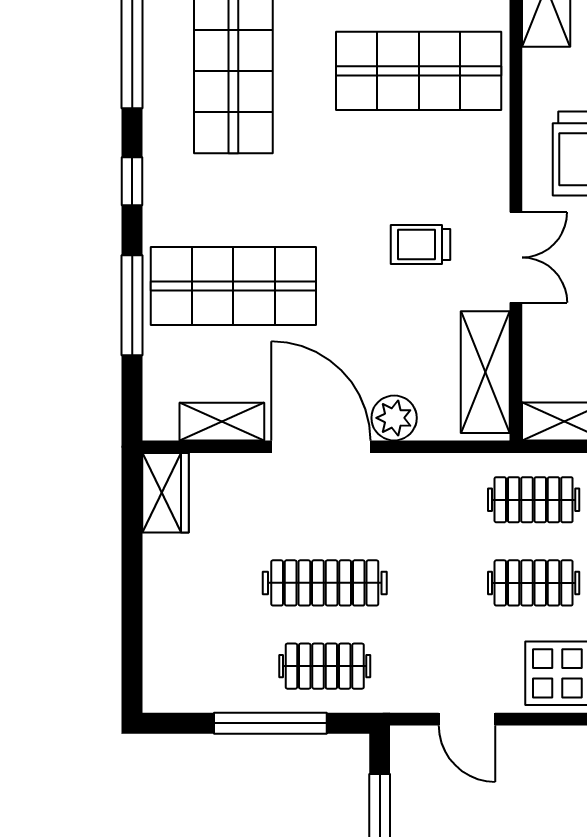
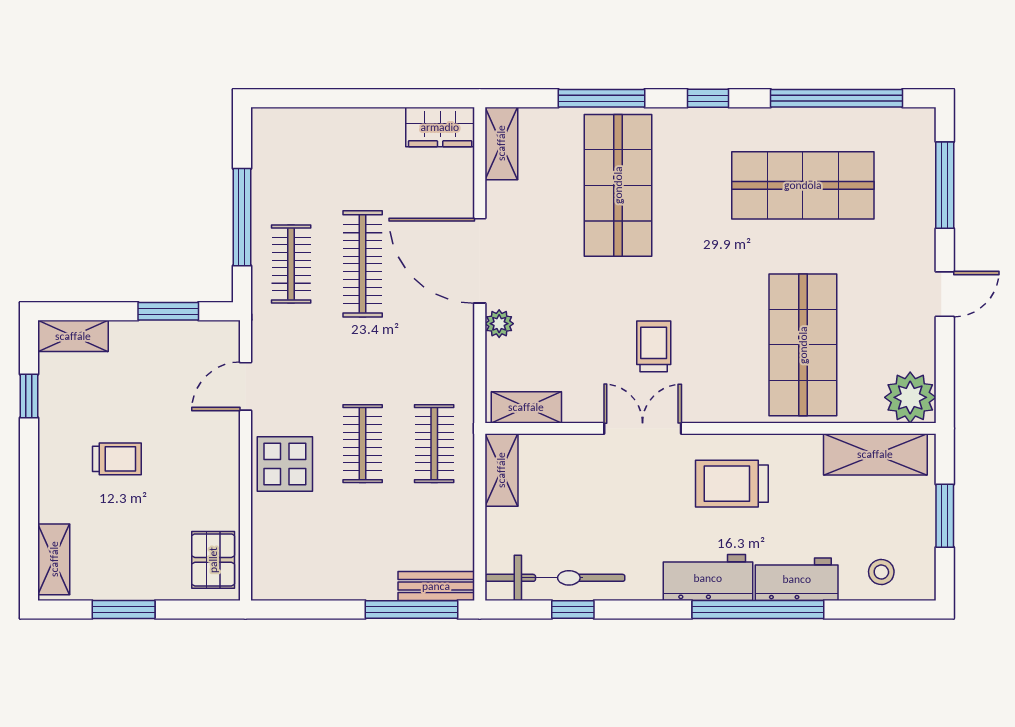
double door: (516, 257) -> (643, 428), swing flipped
shelving: (485, 372) -> (526, 407), width x0.67, depth x0.75
plant: (394, 418) -> (499, 324), width x0.73, depth x0.73
shelving: (222, 422) -> (501, 143), moved
door: (321, 447) -> (480, 261), swing flipped

